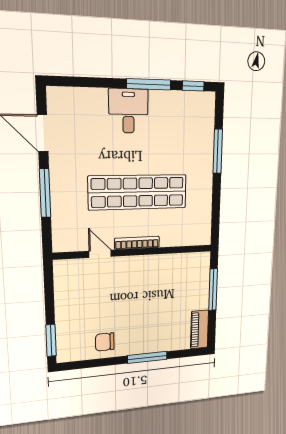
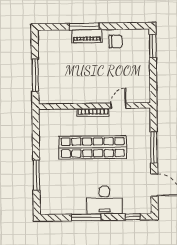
window: (193, 86) -> (133, 217), moved
desk: (128, 111) -> (104, 200), width x1.37
door: (100, 254) -> (118, 106), swing flipped
piano: (200, 329) -> (87, 36), moved, turned 90

